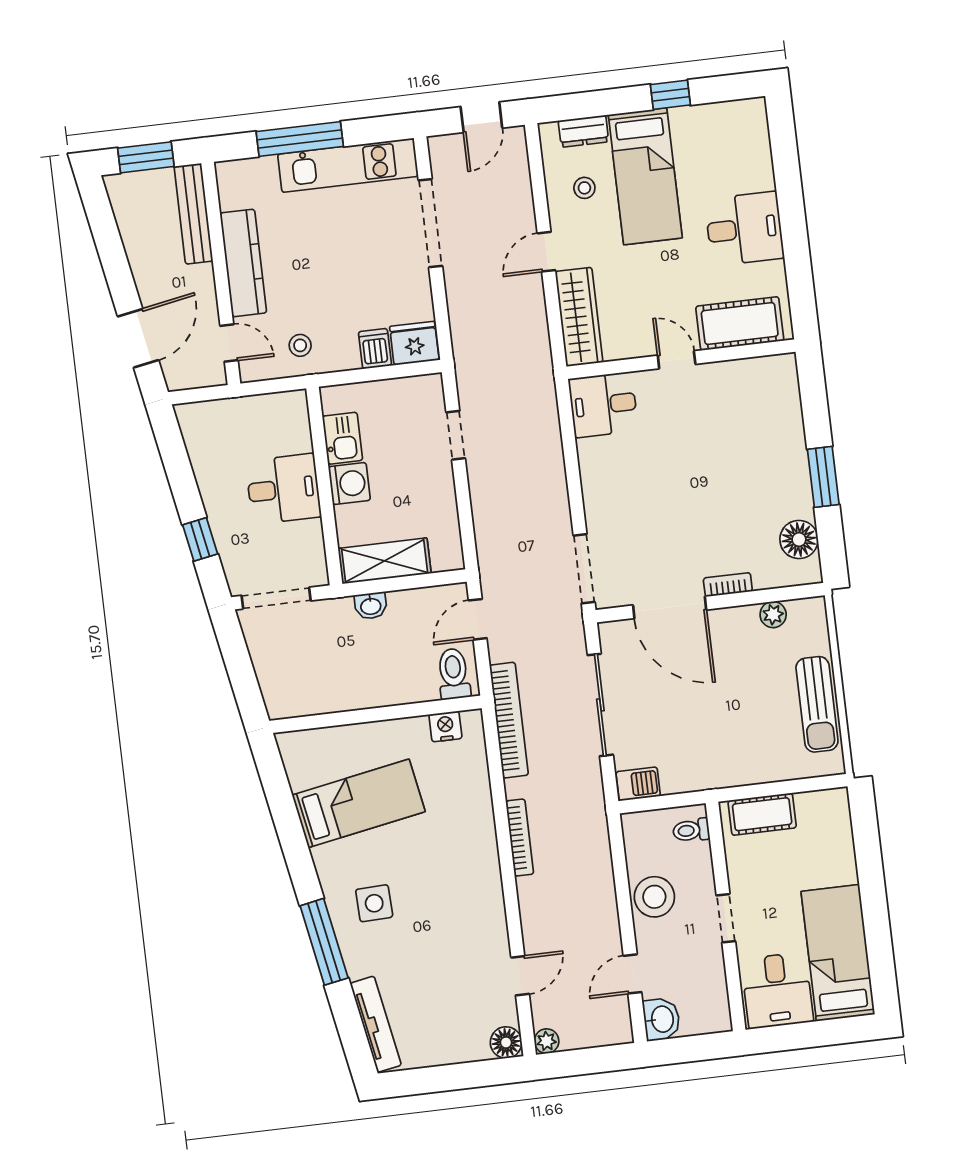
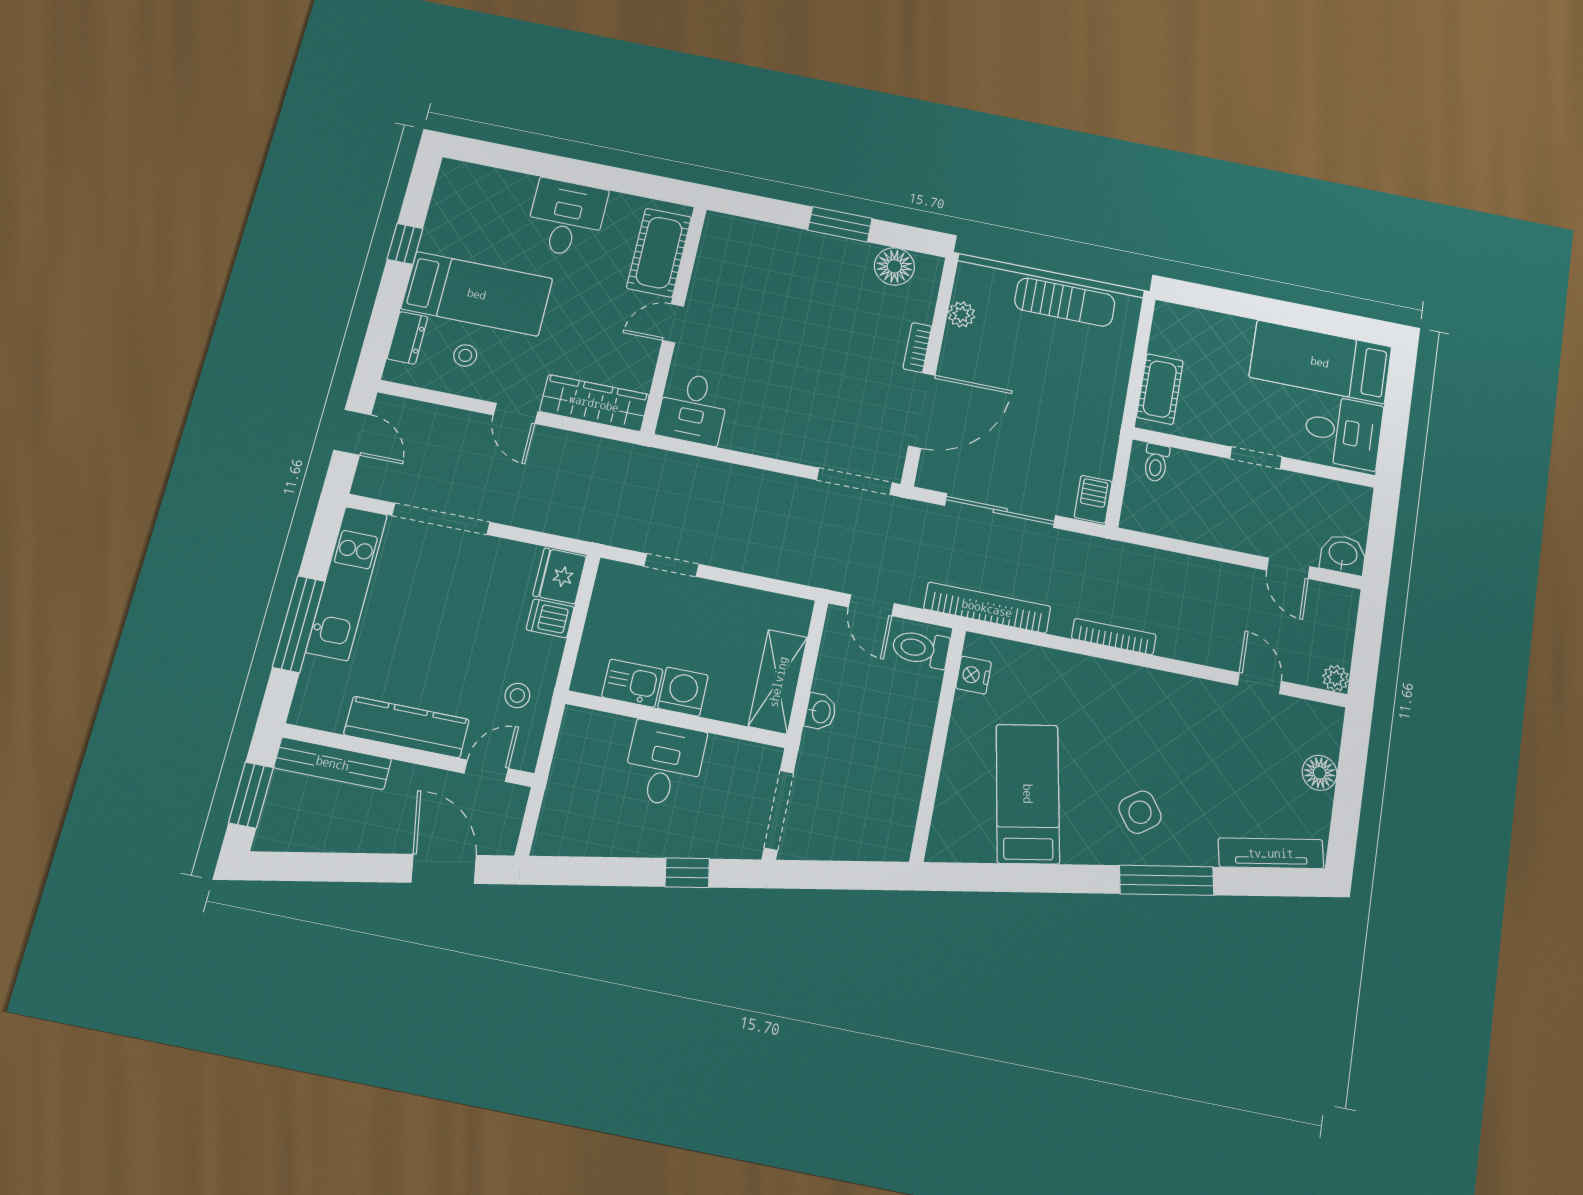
stool: (654, 897) -> (1214, 521), removed
side table: (374, 903) -> (1140, 812), turned -34
floor lamp: (506, 1042) -> (1320, 773), moved

